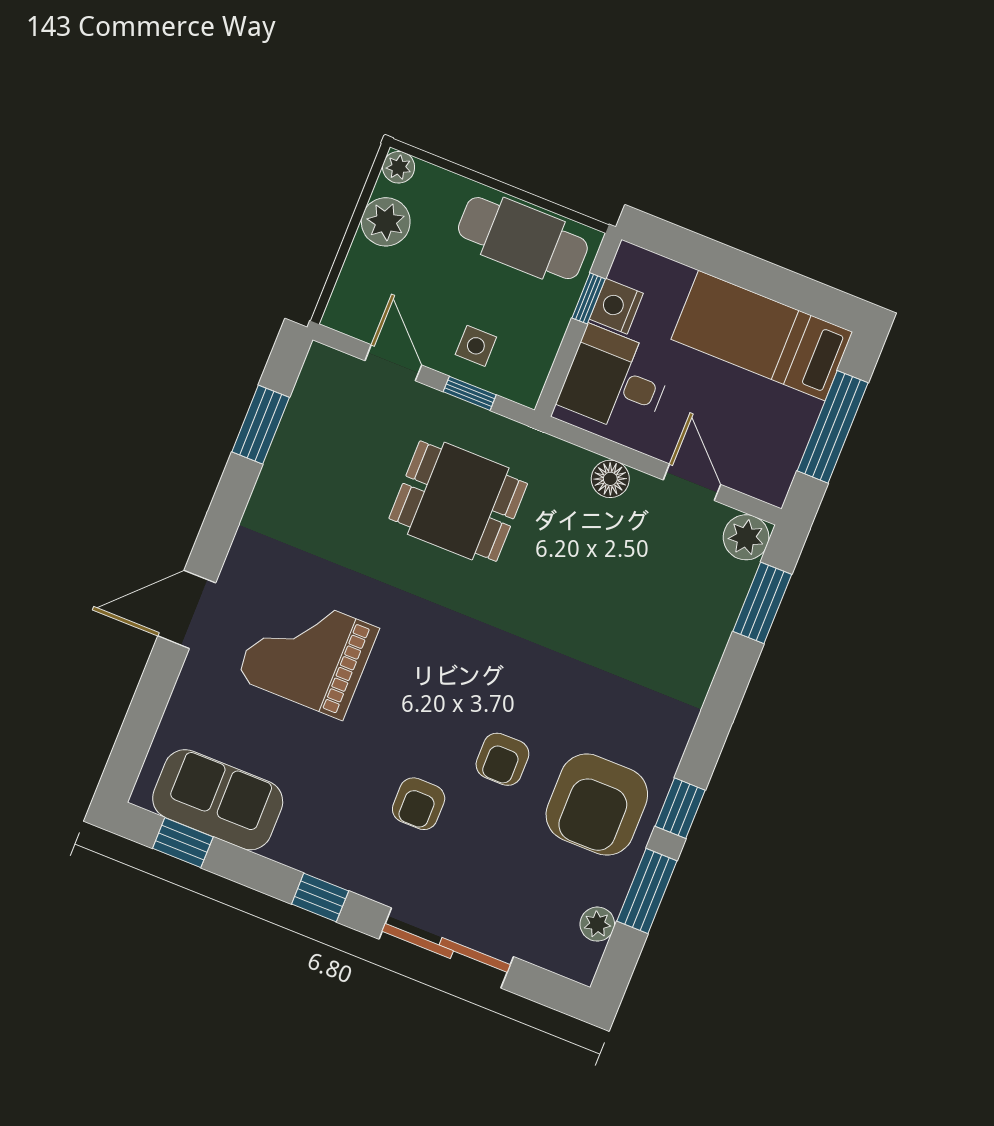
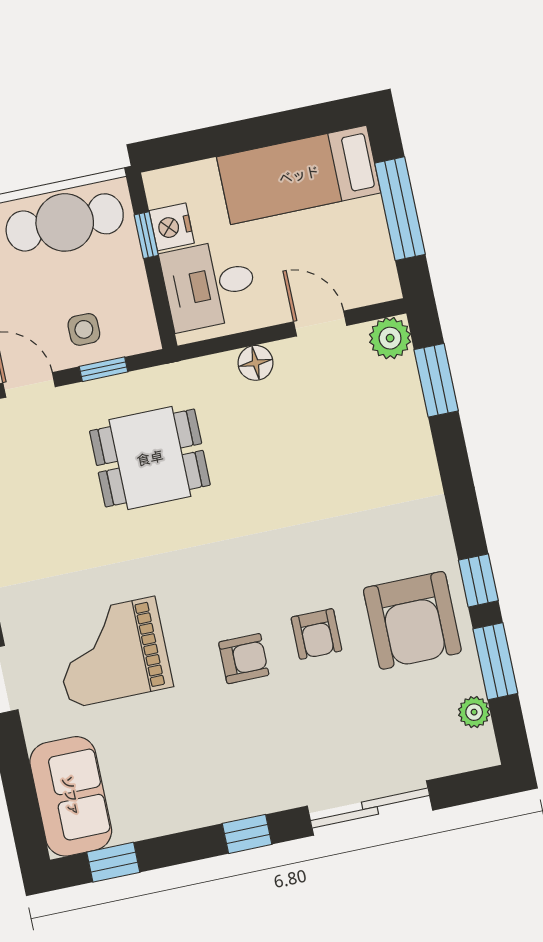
sofa: (218, 800) -> (71, 796), moved, turned 90
armchair: (419, 804) -> (244, 659), moved, turned -90

